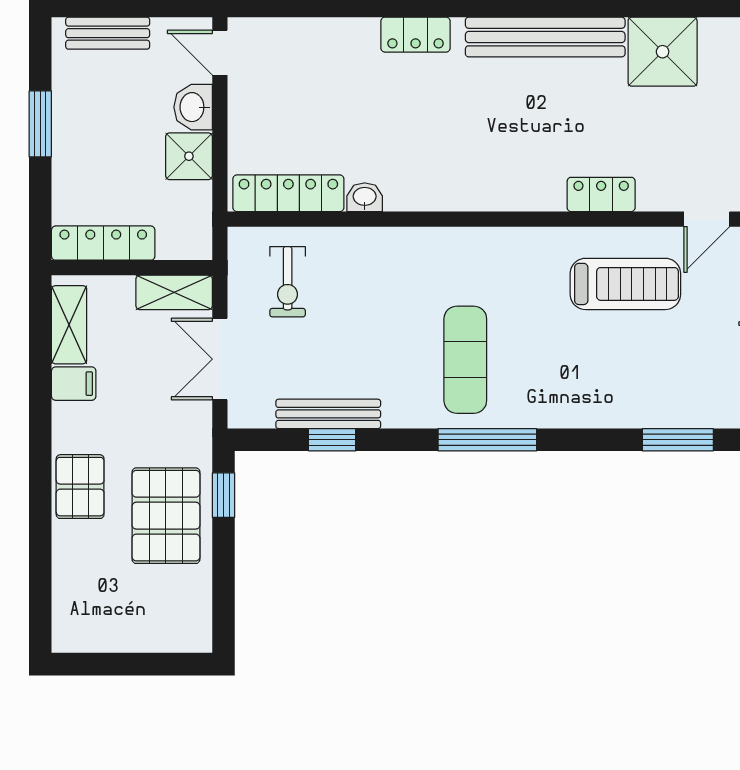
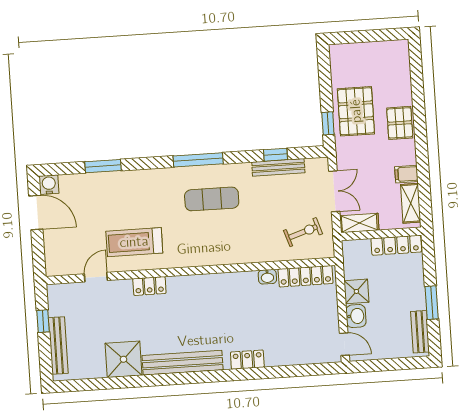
bench: (108, 33) -> (420, 332), moved, turned 90
exercise bike: (288, 282) -> (303, 232), turned 72
exercise mat: (465, 360) -> (212, 199), turned 90

